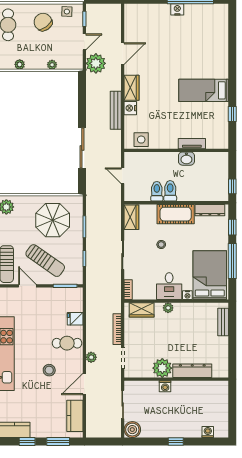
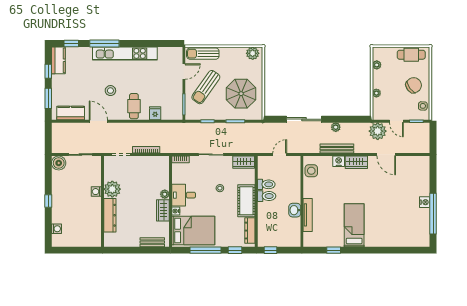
tv unit: (192, 144) -> (308, 215), width x1.41
wardrobe: (142, 310) -> (163, 210), moved
plant: (91, 357) -> (336, 127), moved

